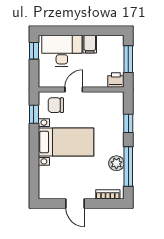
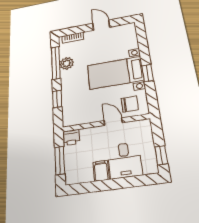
desk: (62, 51) -> (125, 160), width x0.73
door: (74, 90) -> (113, 122), swing flipped
window: (34, 114) -> (148, 73), moved

